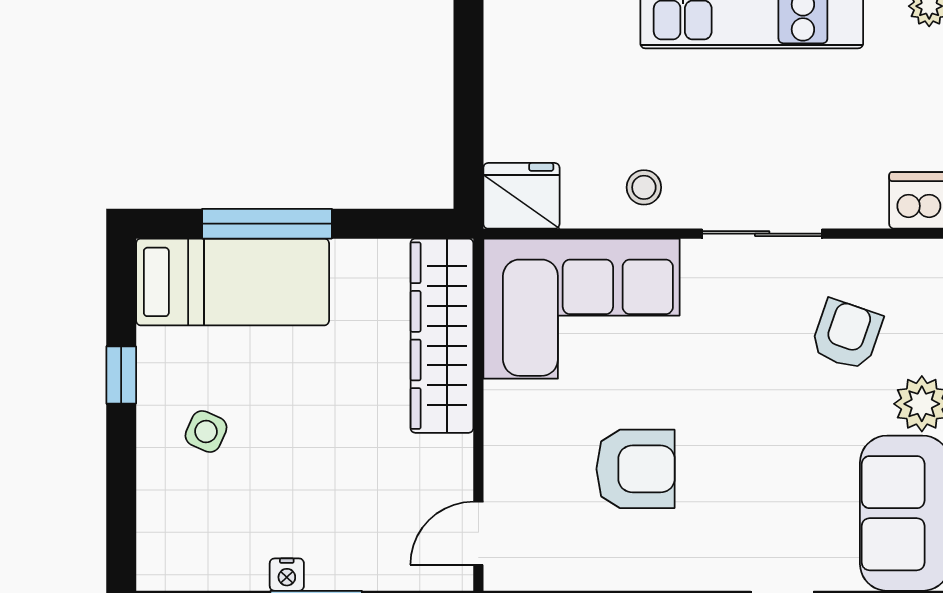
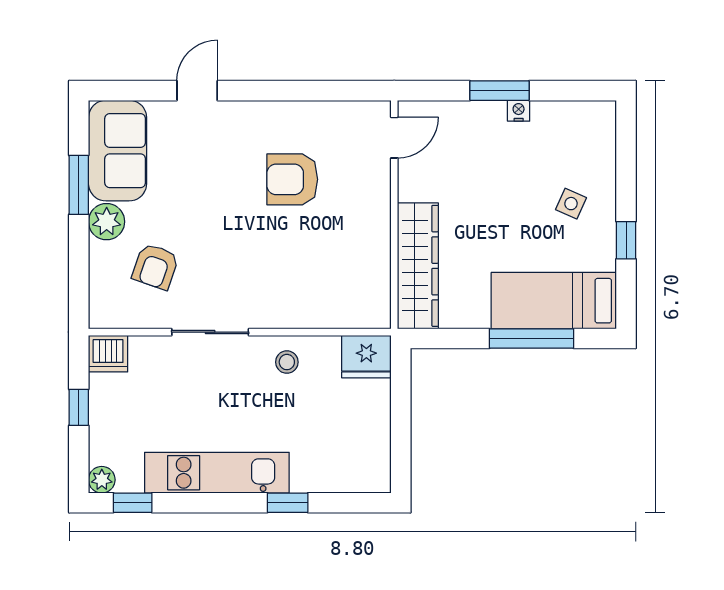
corner sofa: (582, 309) -> (327, 283), removed

